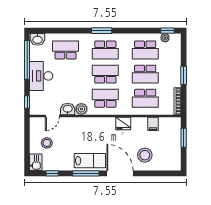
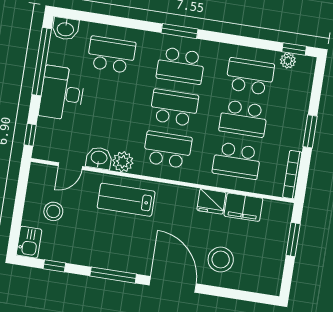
school desk: (145, 50) -> (250, 76), turned 180
fridge: (123, 123) -> (211, 201), moved
filing cabinet: (153, 124) -> (243, 207), width x2.00
lab bench: (90, 161) -> (126, 200), moved, turned 180

